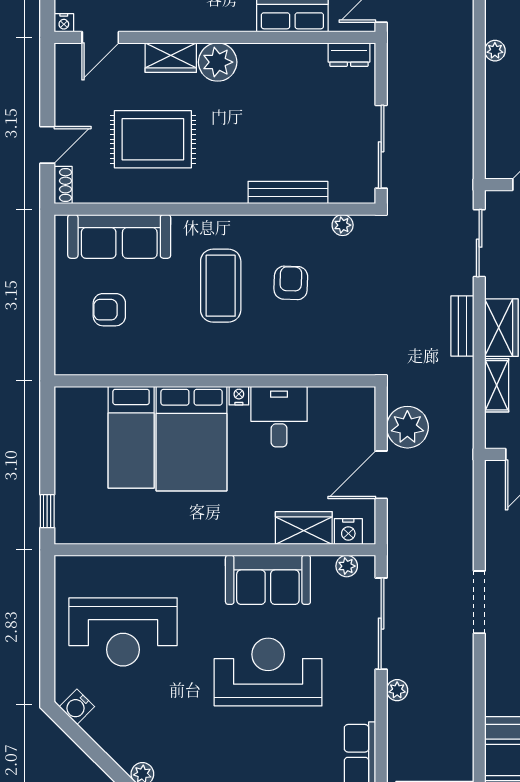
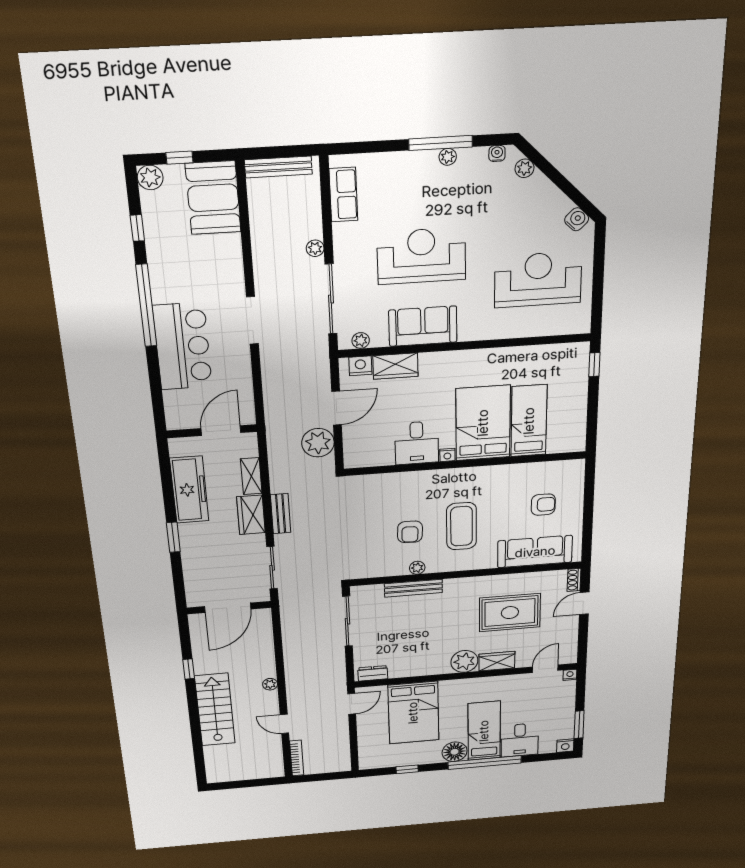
plant: (343, 225) -> (417, 568), moved
reception desk: (268, 672) -> (421, 256), turned 180

